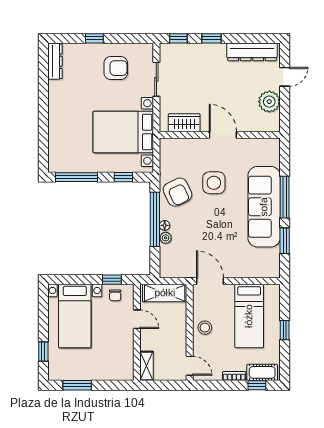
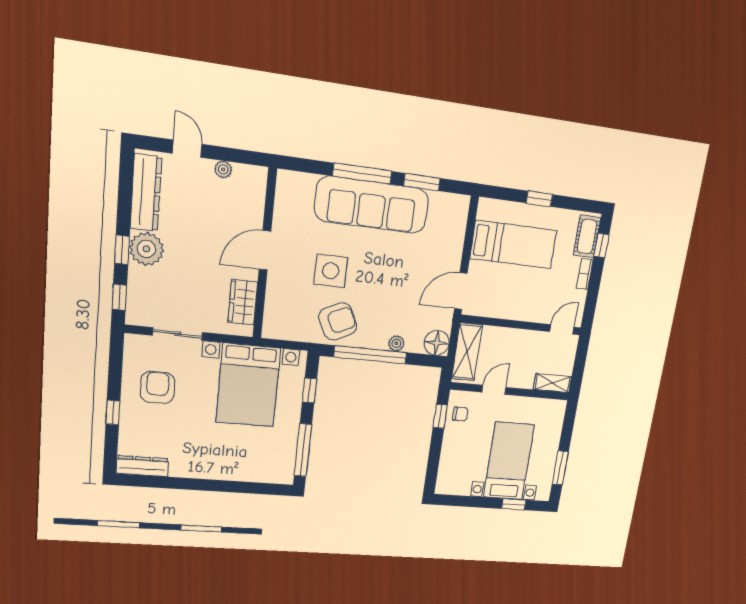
plant: (214, 54) -> (146, 249), added
plant: (269, 102) -> (223, 169), width x0.53, depth x0.53
floor lamp: (165, 225) -> (437, 343), moved, width x1.89, depth x1.89
bed with nightstands: (75, 316) -> (509, 461), moved, turned -90
stool: (205, 328) -> (518, 305), removed

